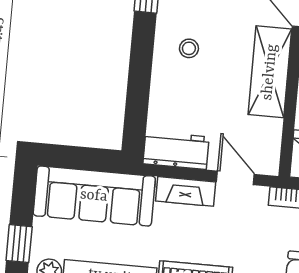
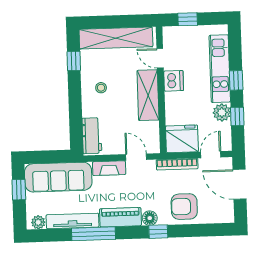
workbench: (176, 150) -> (92, 136), moved, turned 90
window: (19, 244) -> (19, 190), moved

